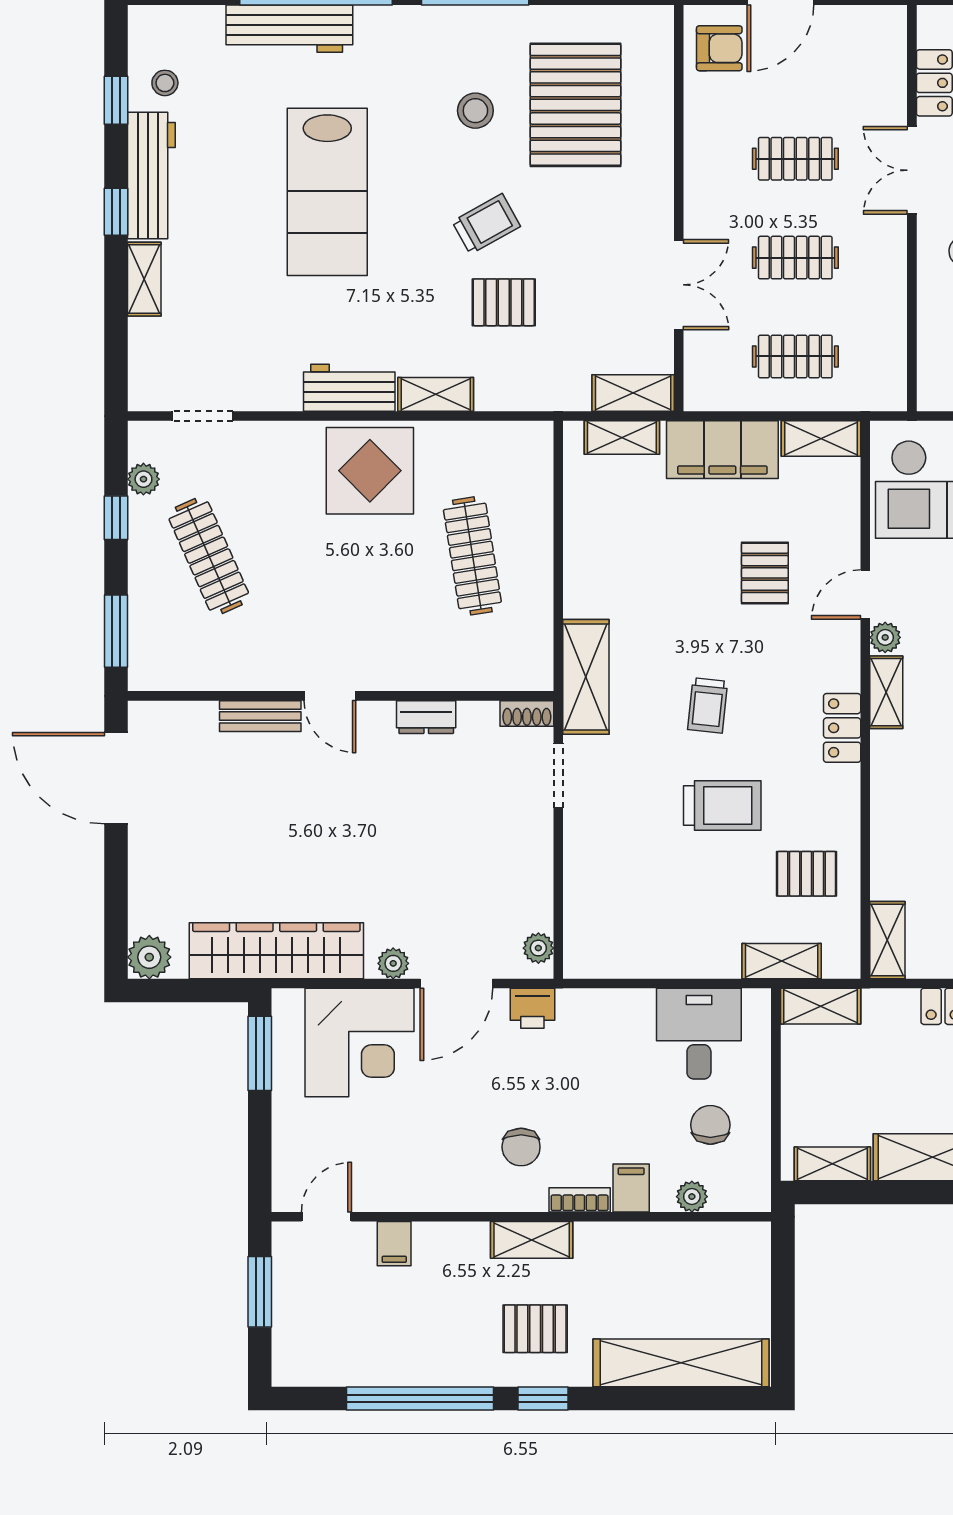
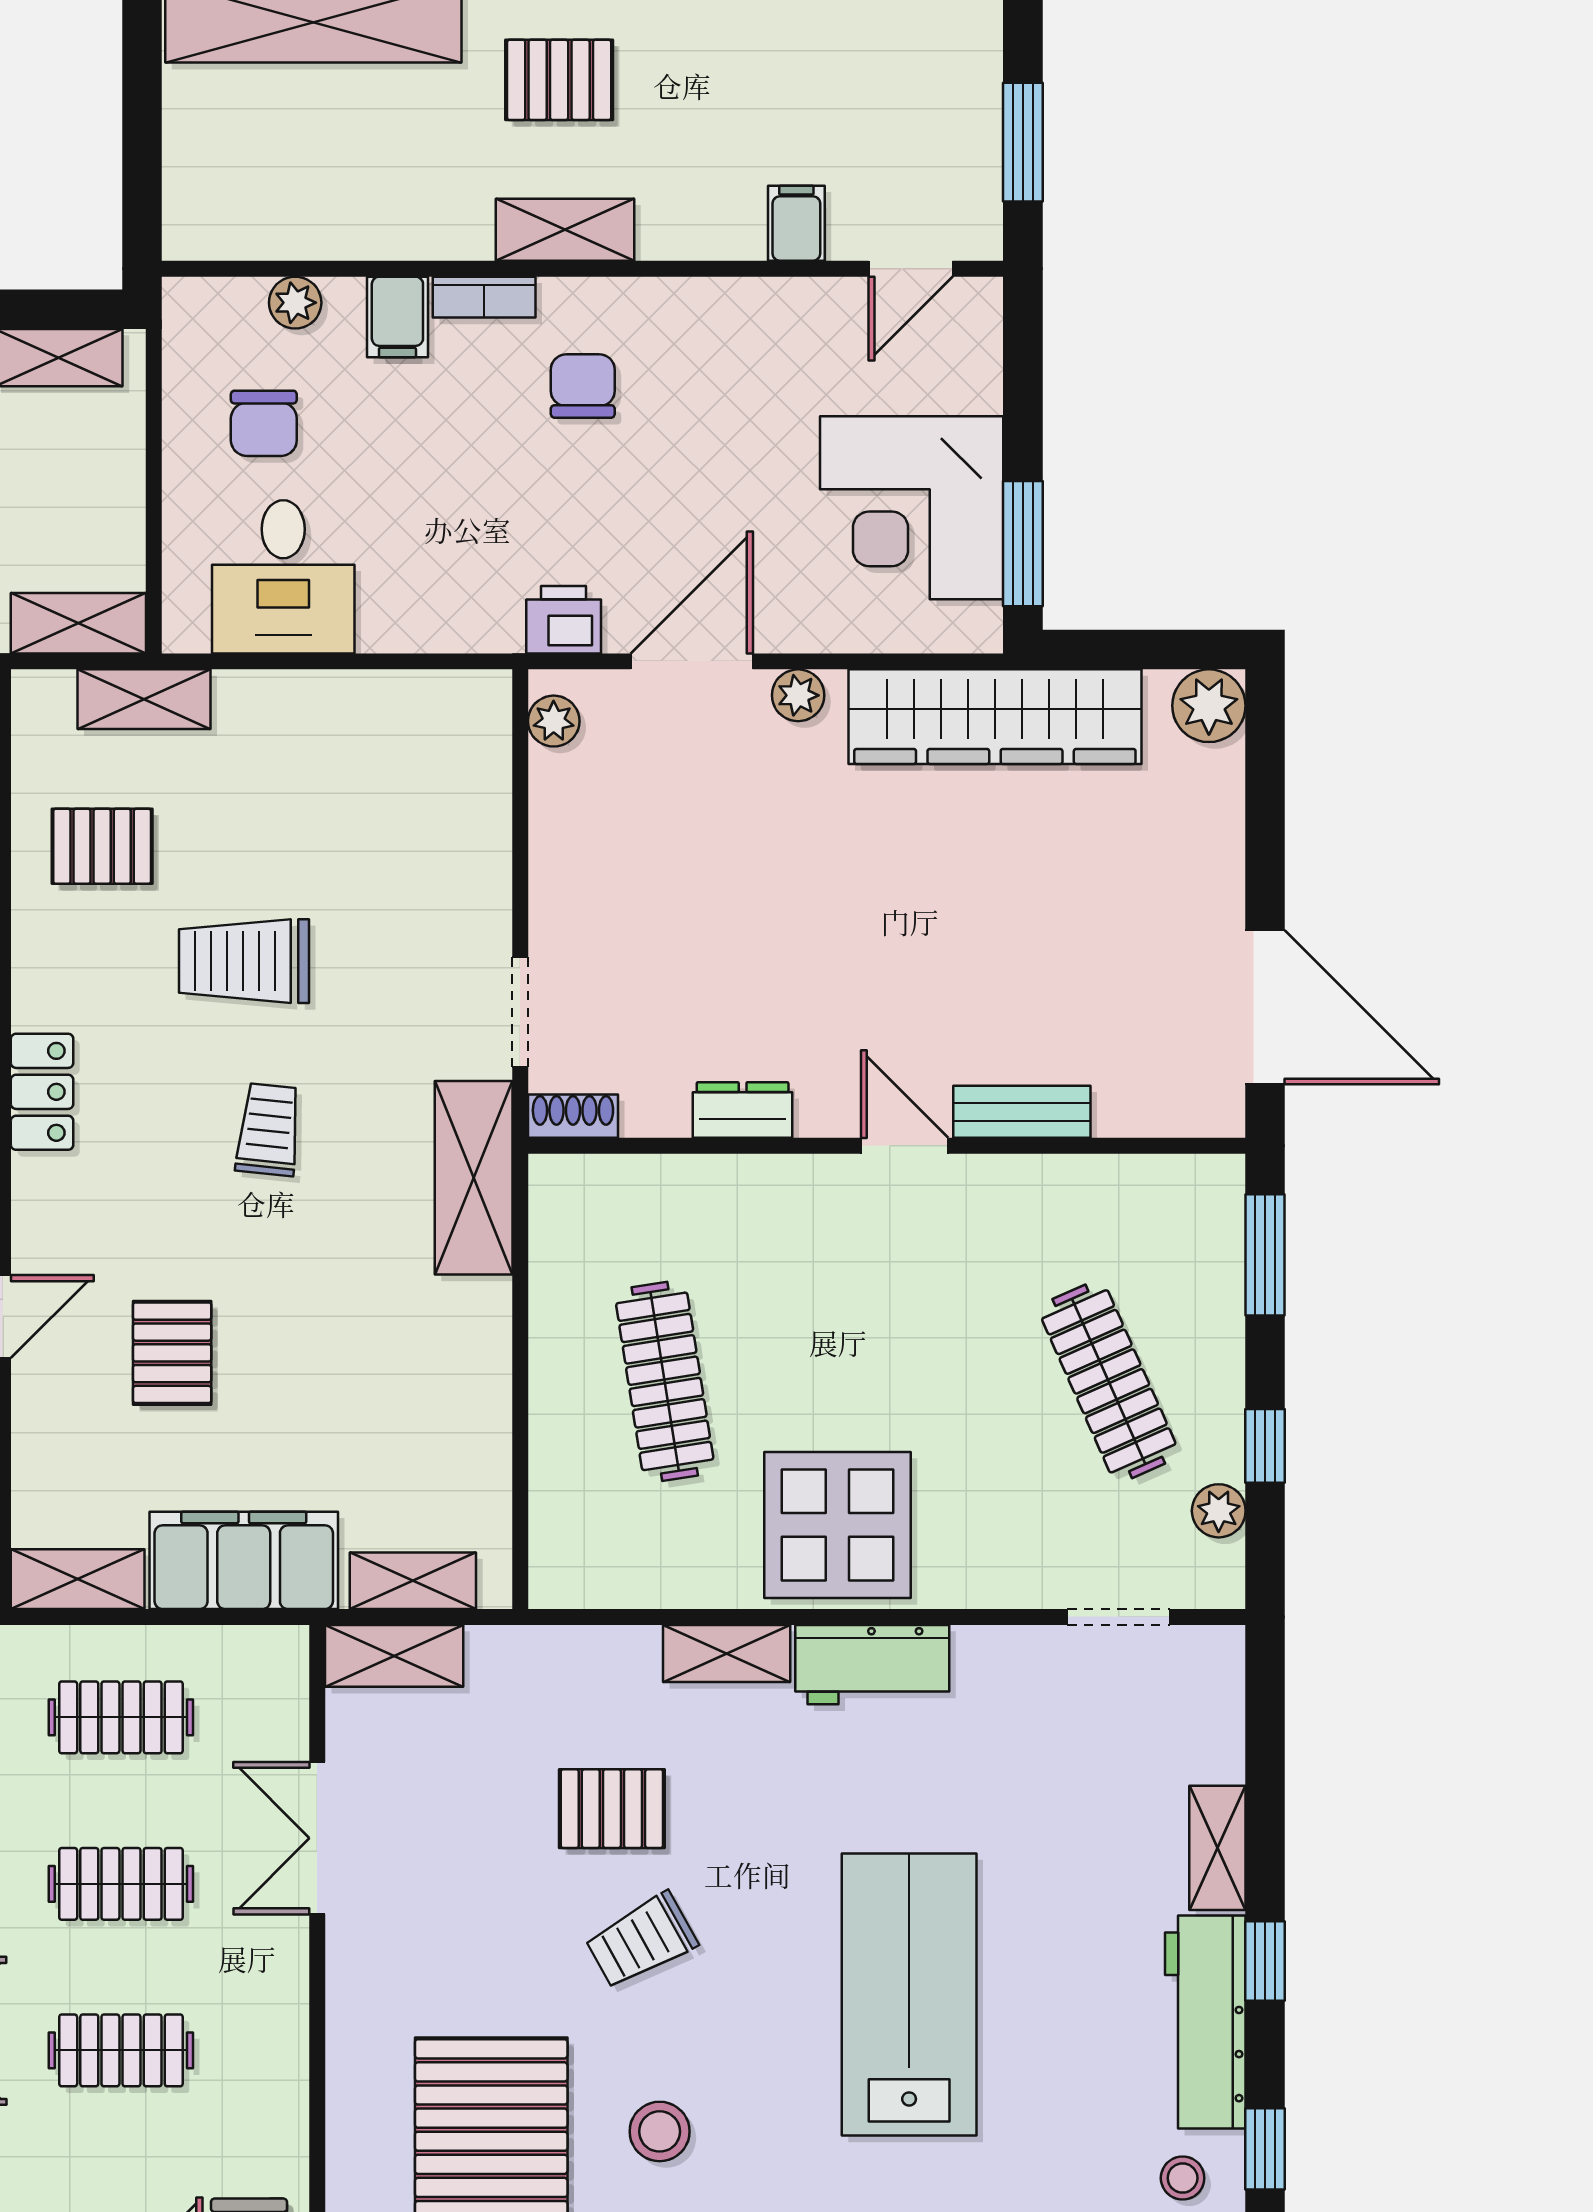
corner desk: (359, 1043) -> (912, 508), moved, turned -90

